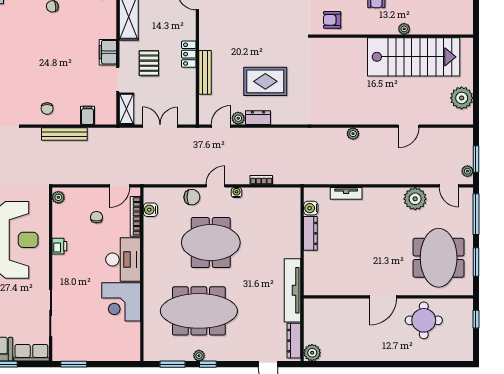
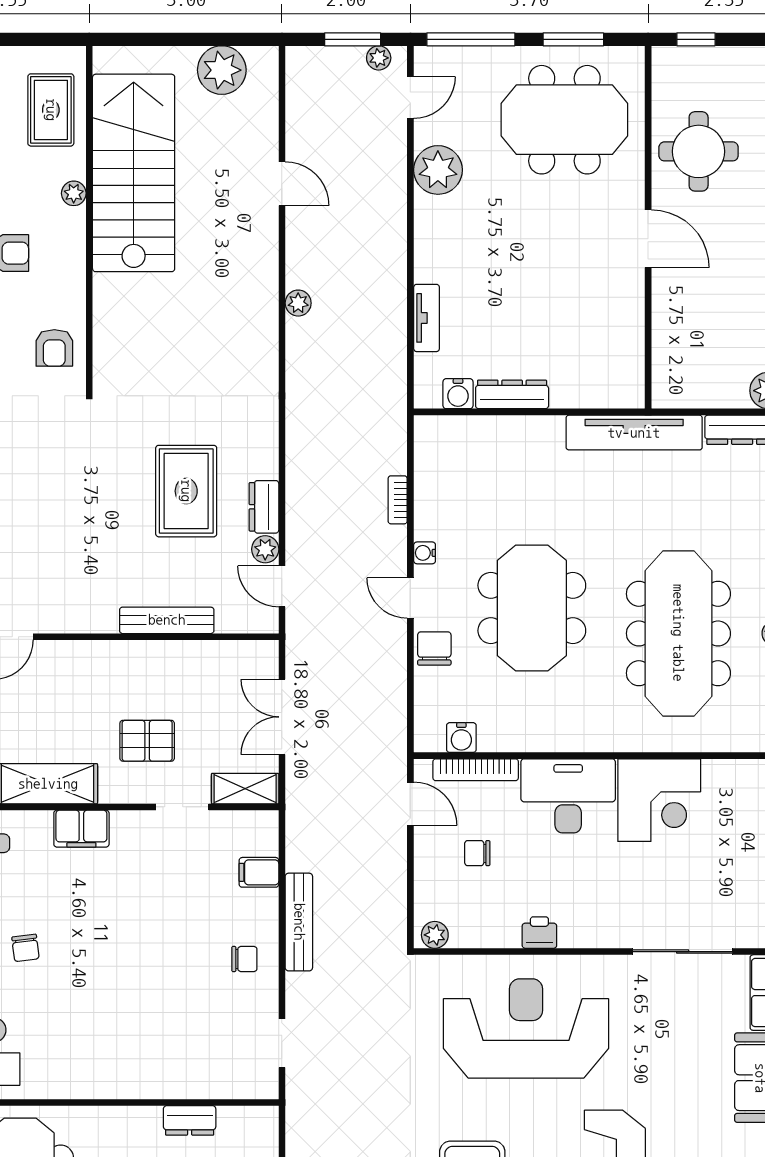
rug: (443, 18) -> (51, 110), added
filing cabinet: (108, 52) -> (81, 829), moved
locker: (189, 54) -> (128, 655), removed

